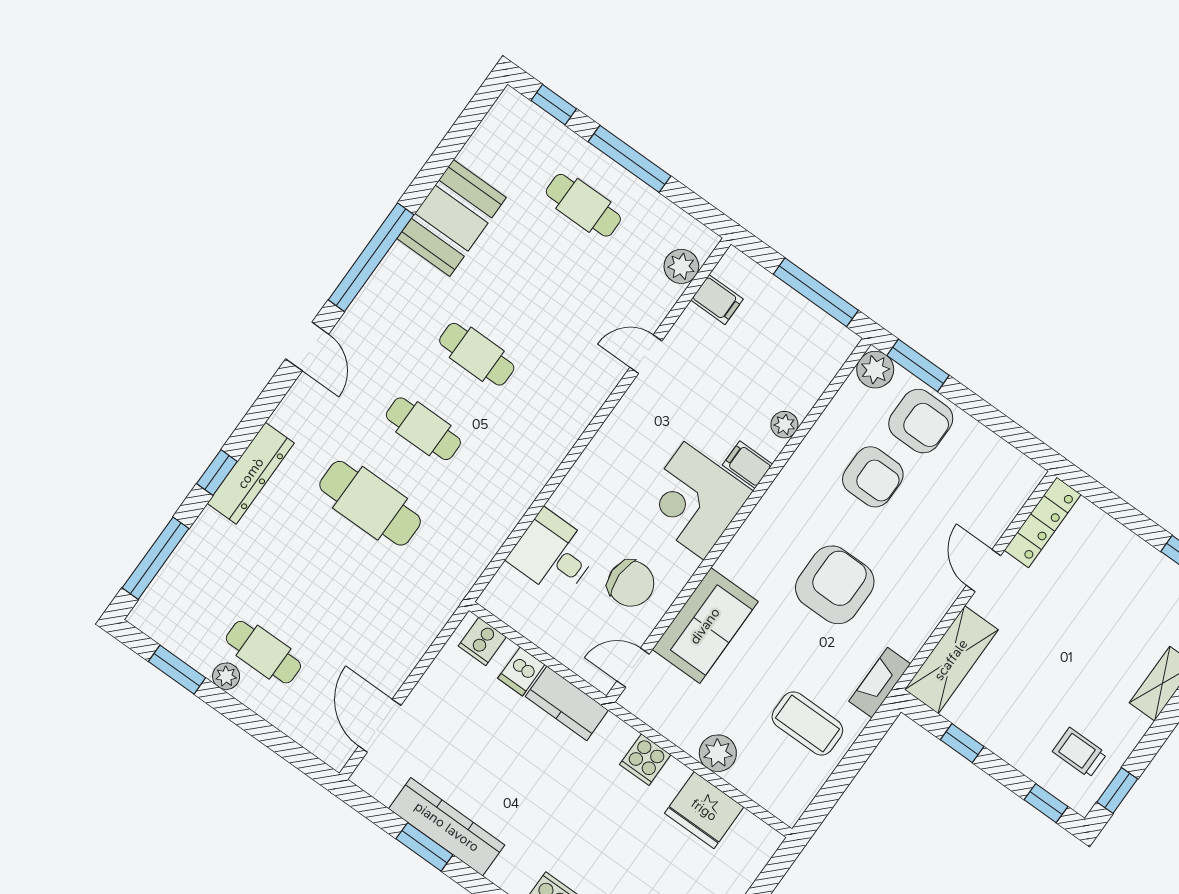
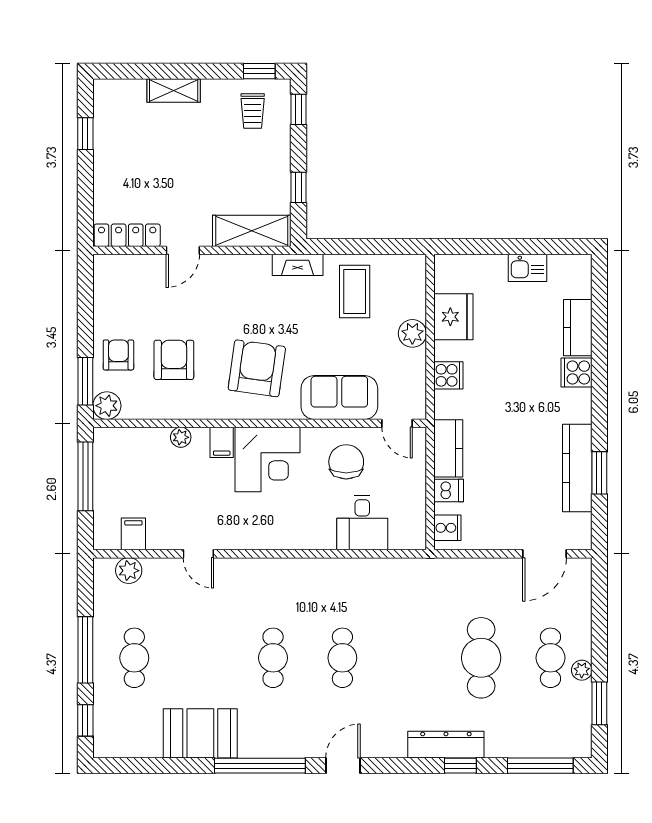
armchair: (921, 421) -> (118, 355), width x0.72, depth x0.72
cafe table: (370, 503) -> (481, 658), moved
armchair: (835, 585) -> (257, 368), moved, turned 98

